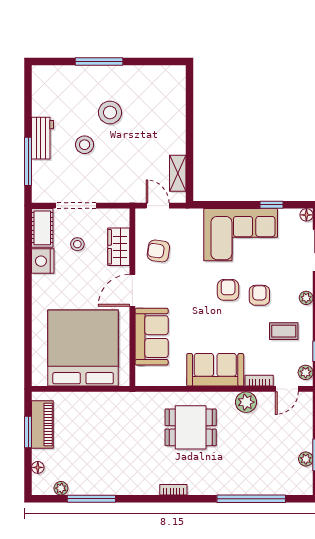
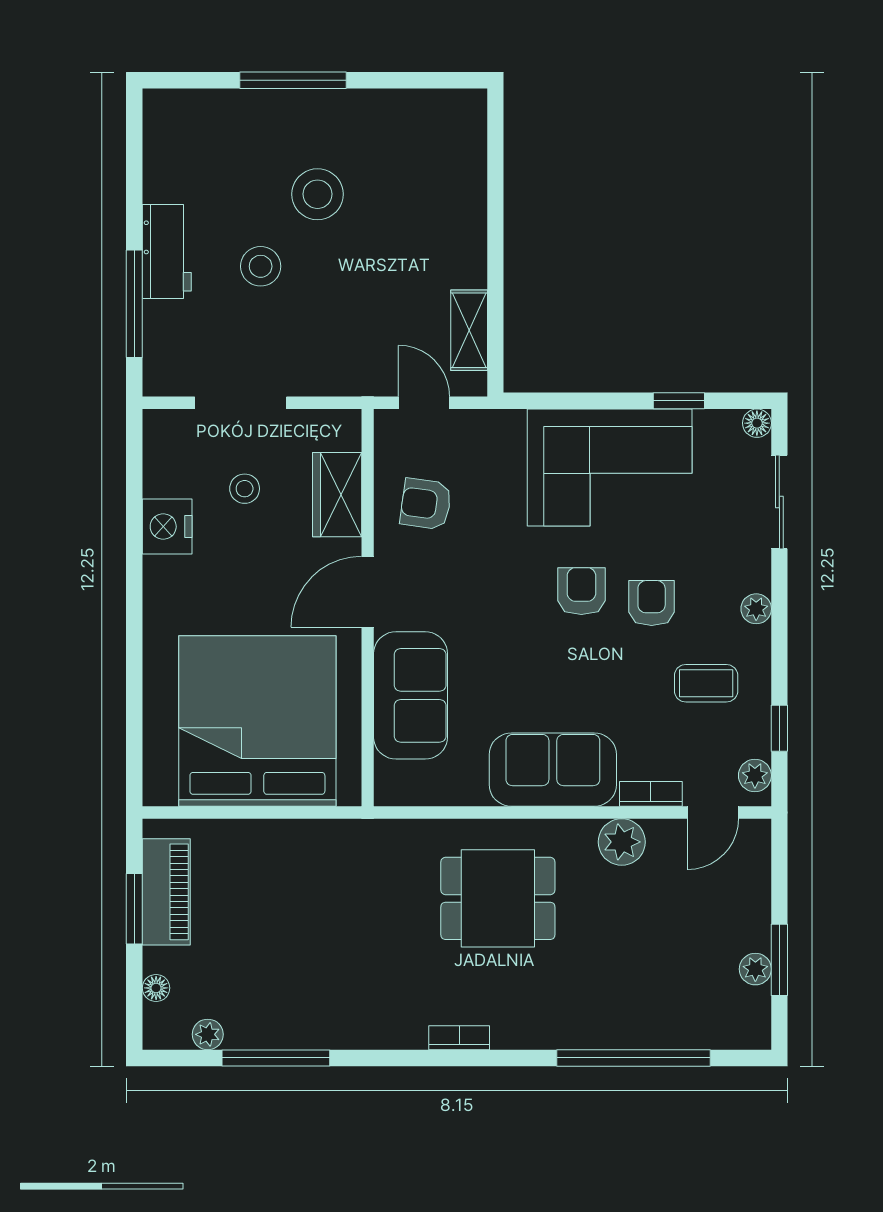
cot: (42, 228) -> (166, 452), removed

